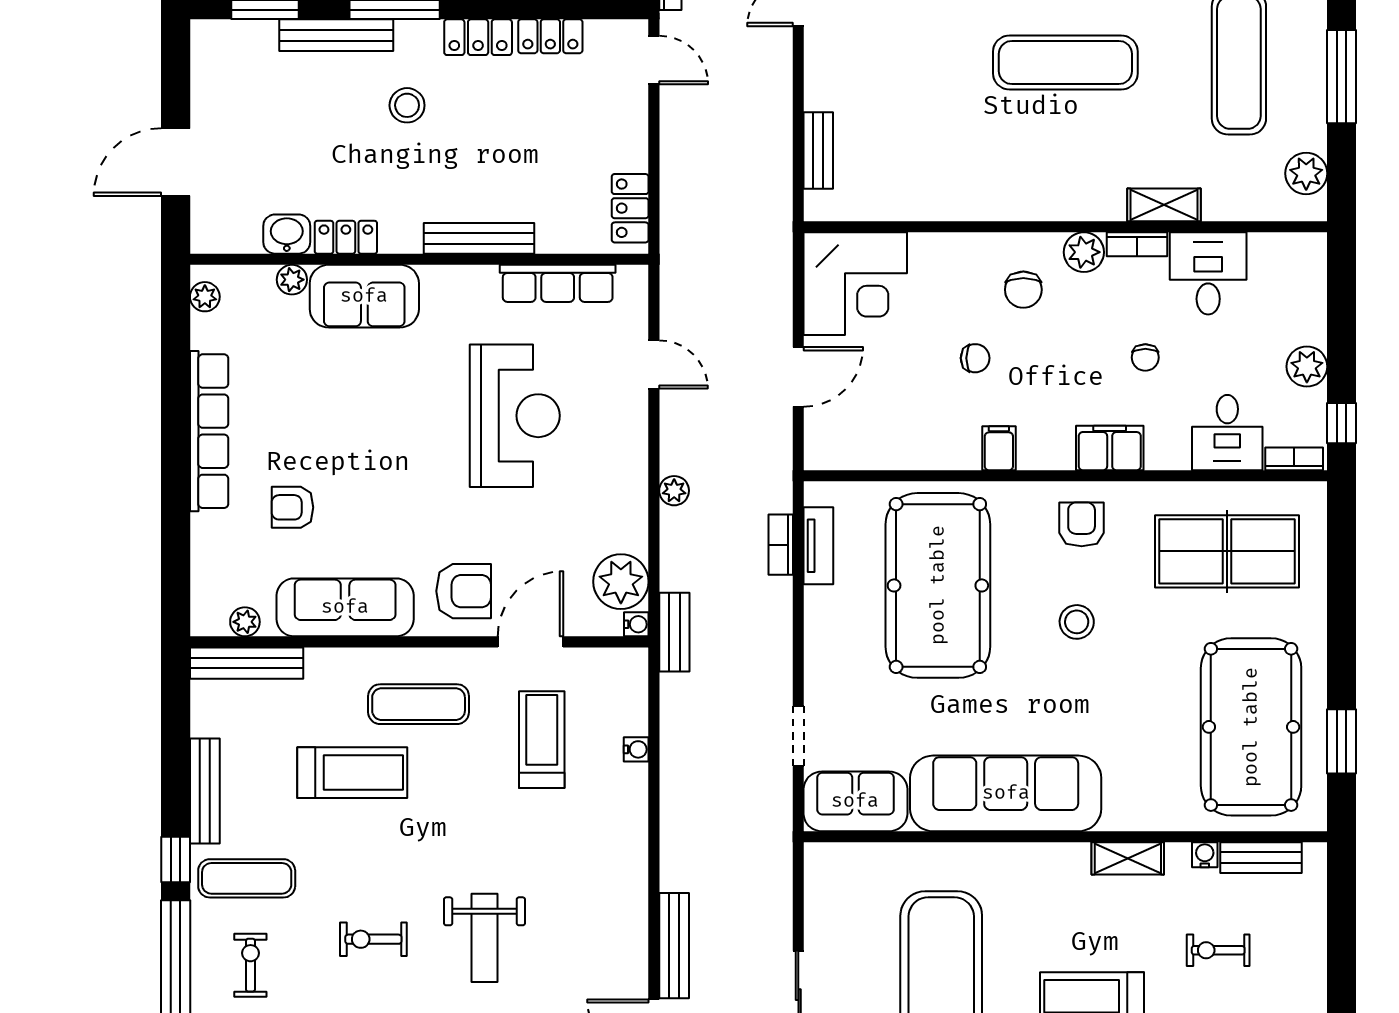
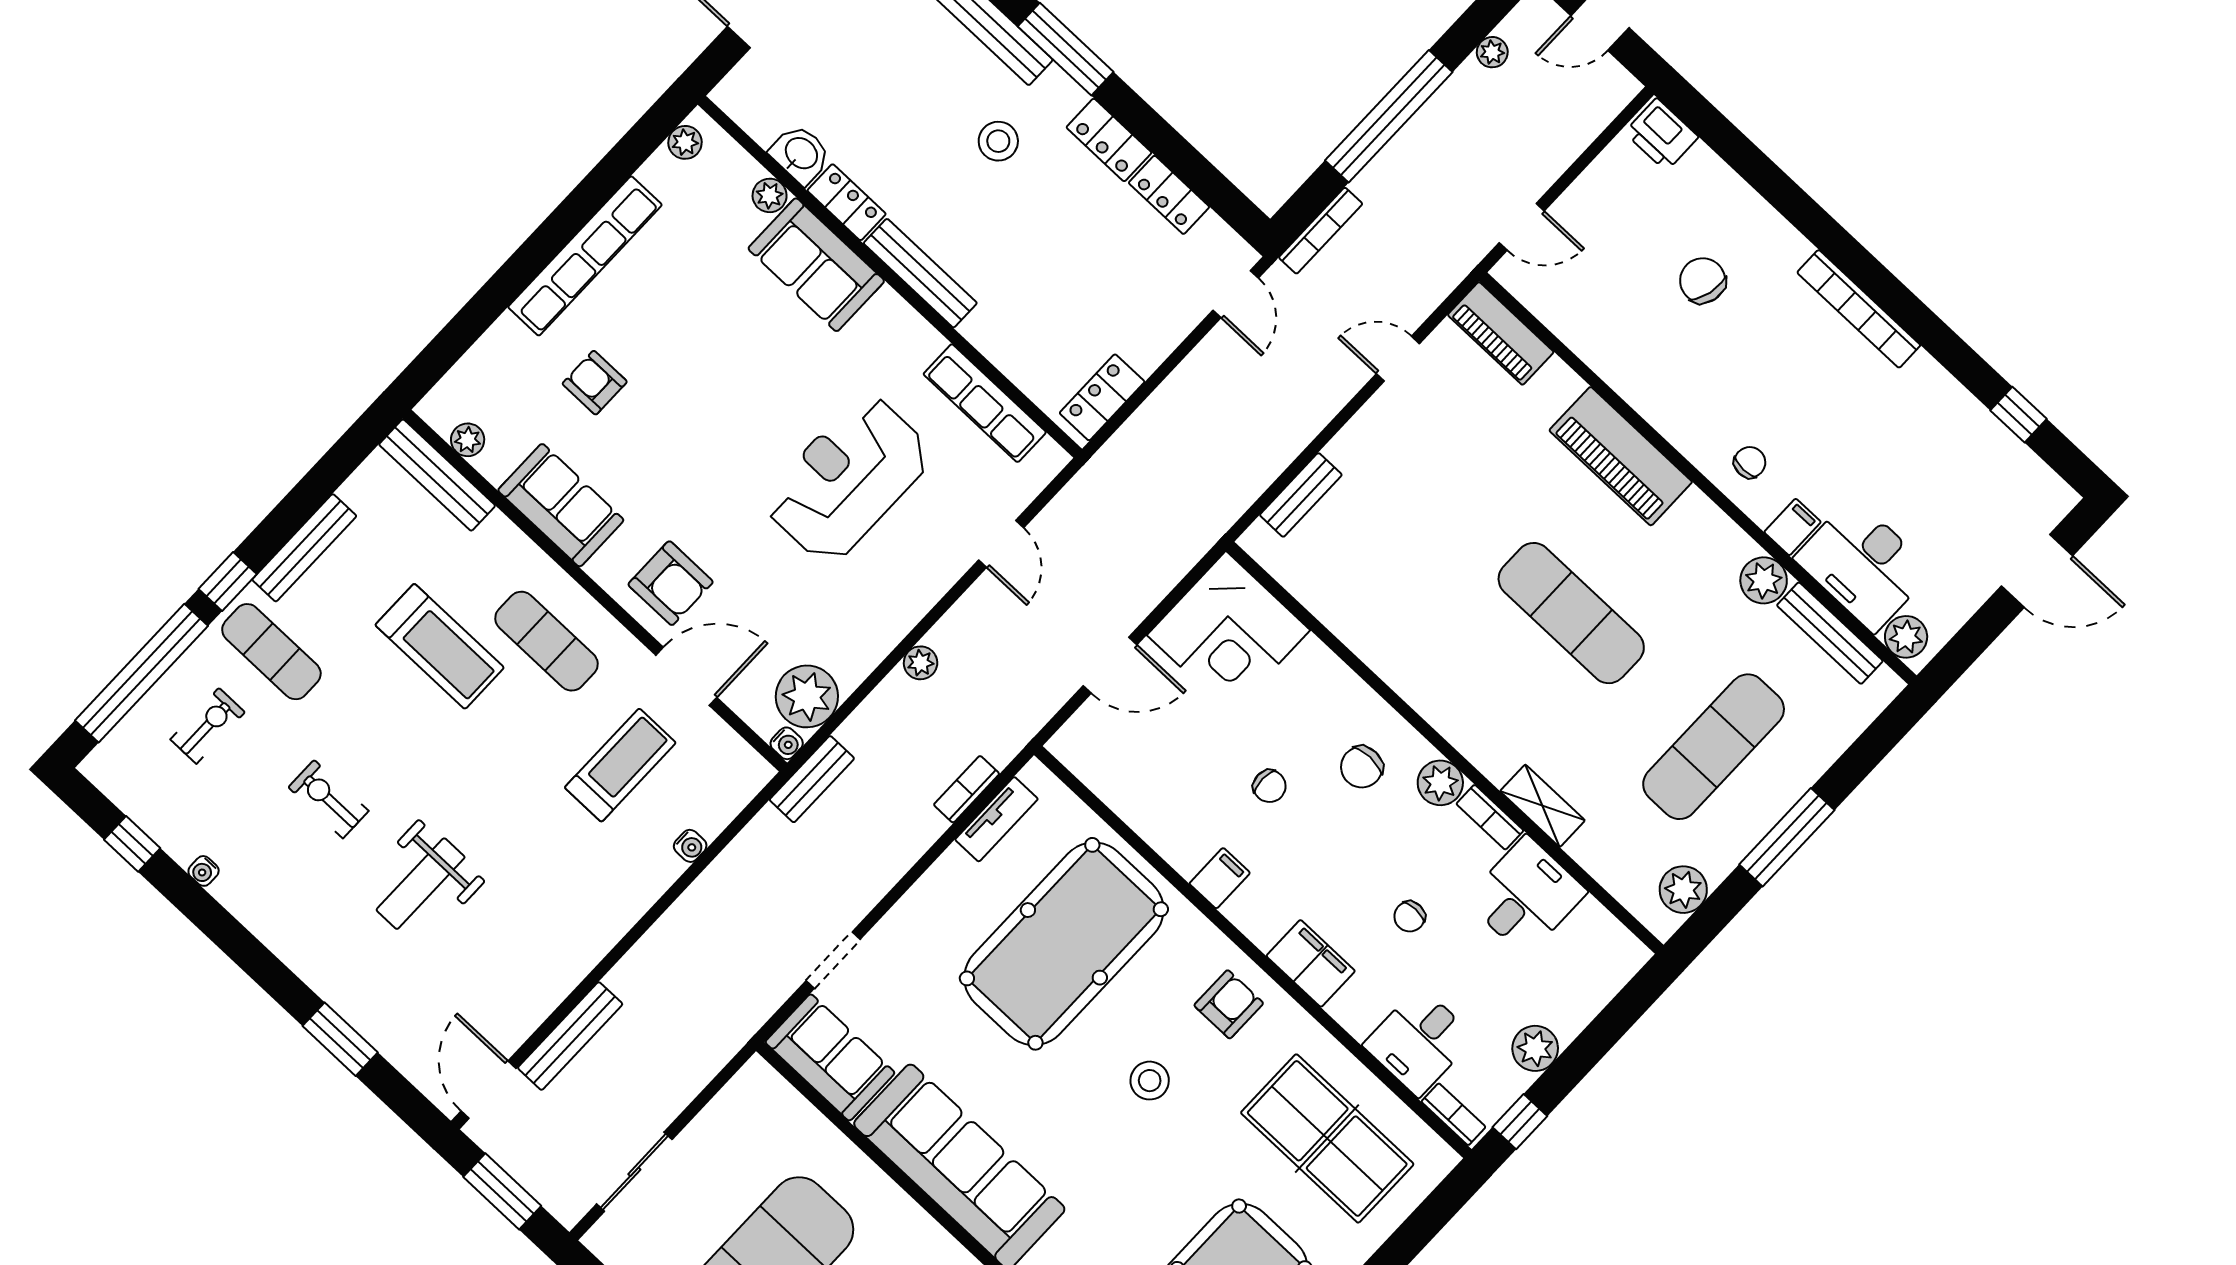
bench: (479, 238) -> (920, 273), moved
reception desk: (515, 416) -> (848, 479), turned 180
sofa: (345, 607) -> (561, 505), width x0.73

